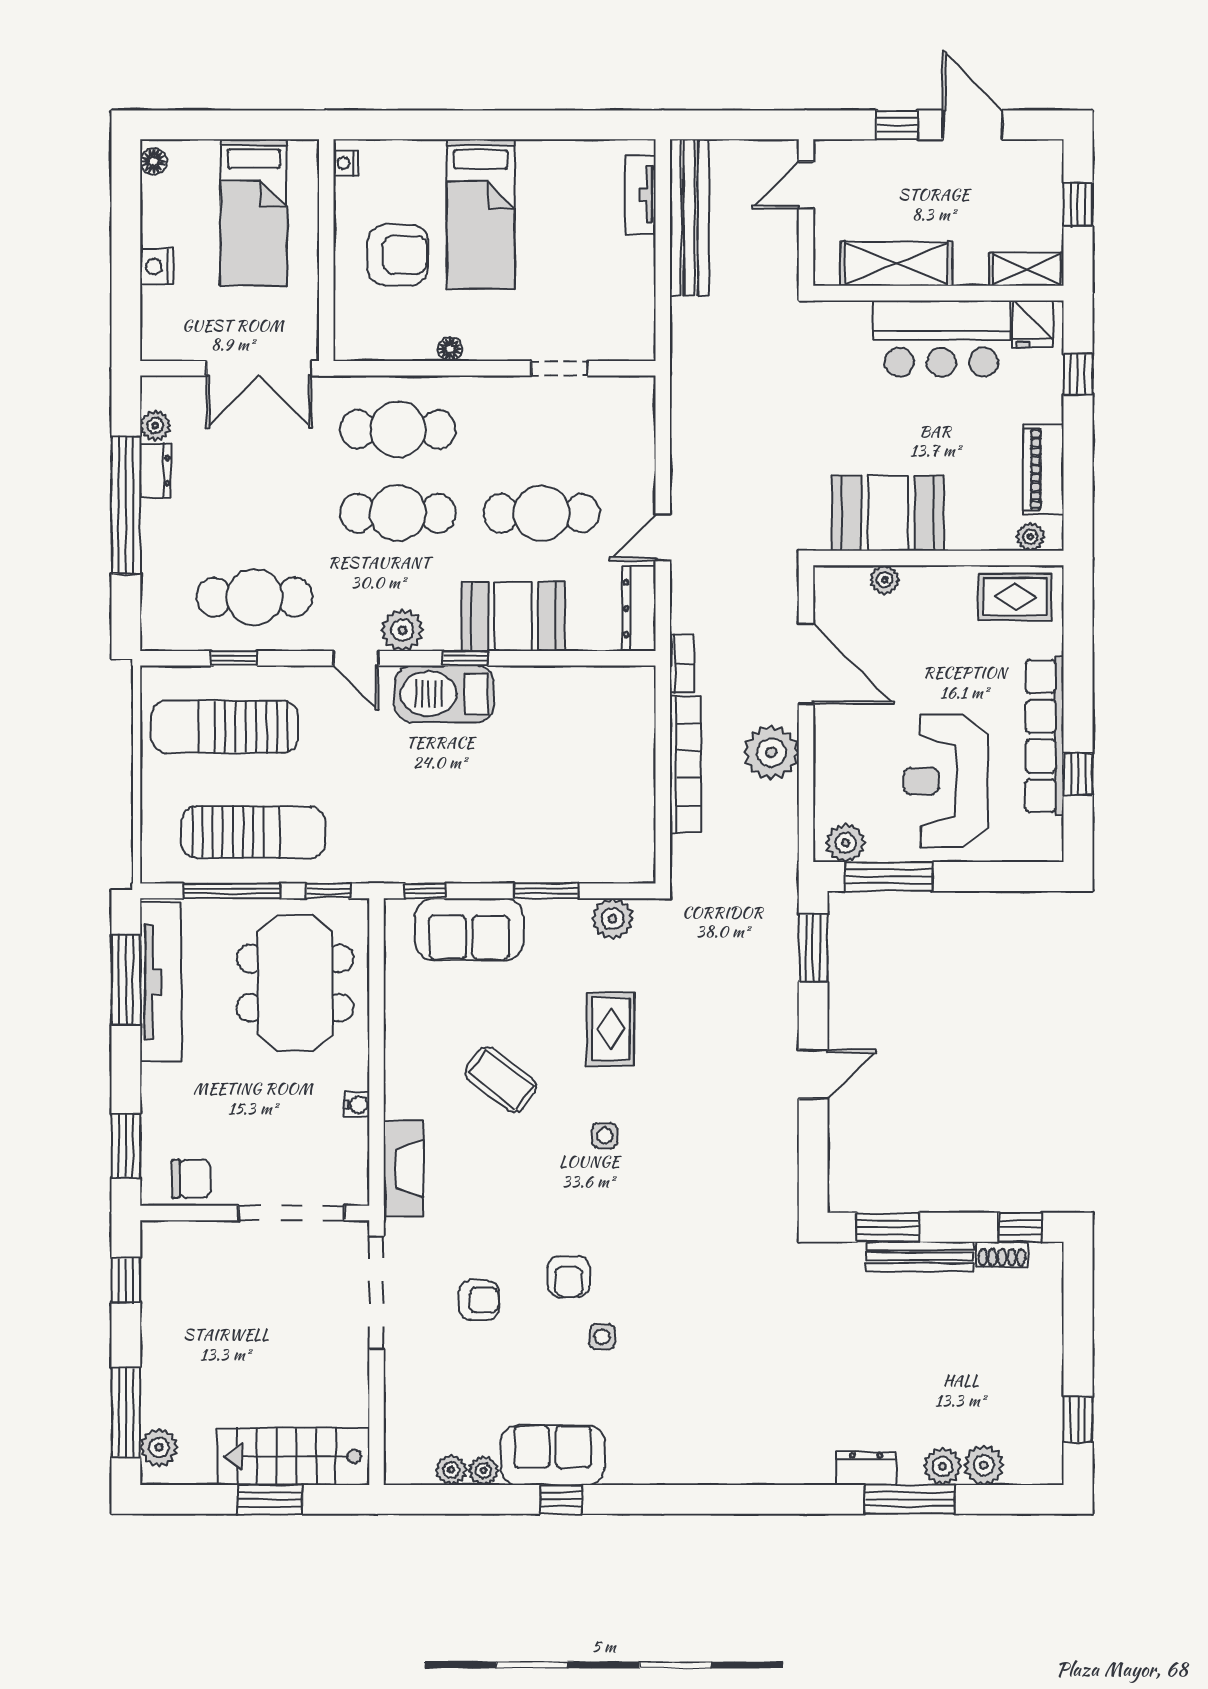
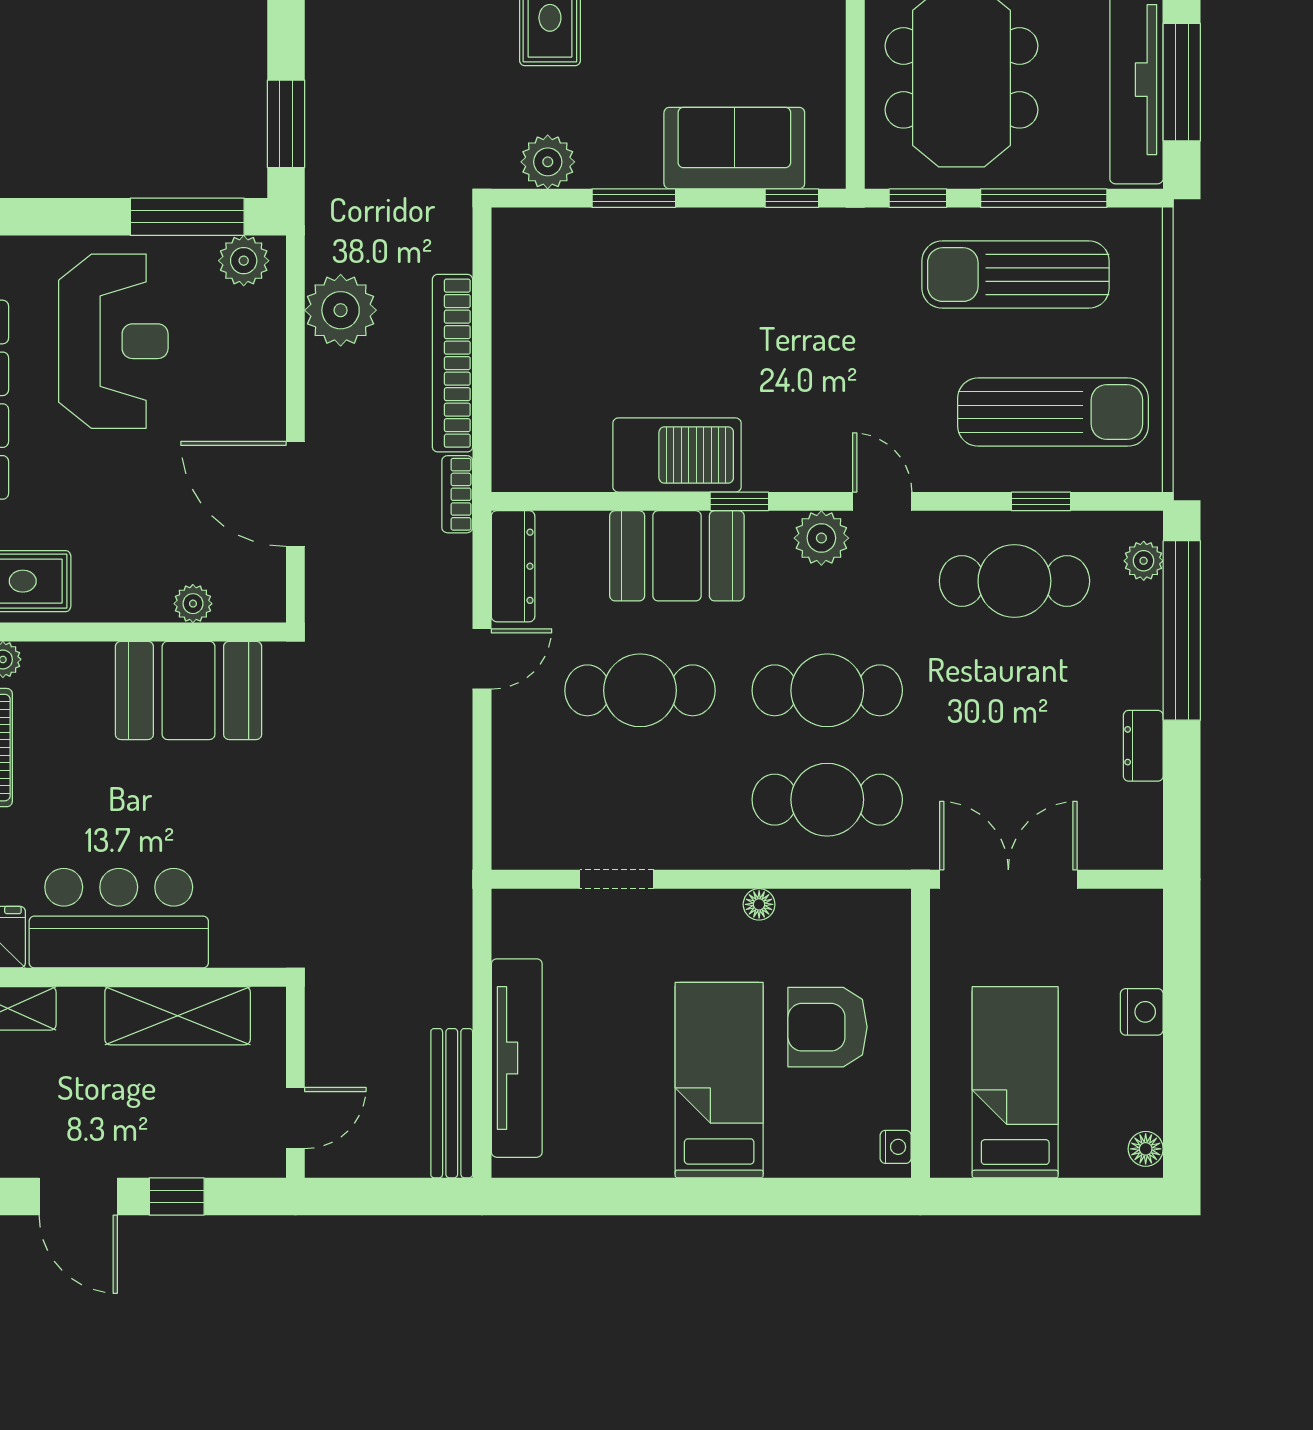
tv unit: (640, 195) -> (517, 1058), width x1.92, depth x1.29
bench: (689, 217) -> (452, 1103), width x0.73, depth x0.82
plant: (155, 426) -> (1144, 561), moved
window: (126, 505) -> (1182, 630), moved
barbecue: (444, 694) -> (677, 455), moved
plant: (771, 752) -> (341, 310), moved

